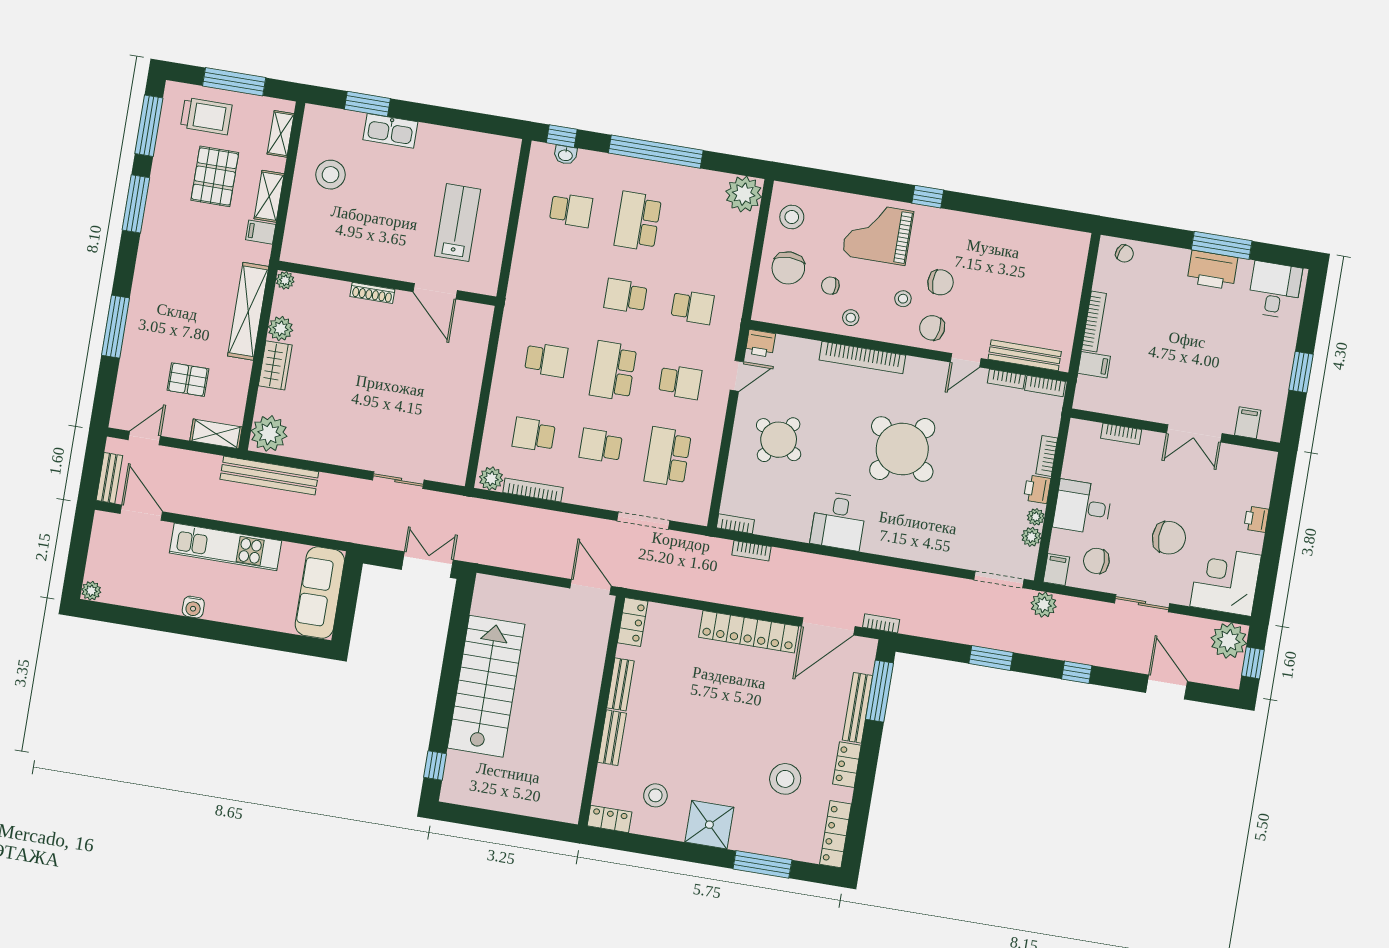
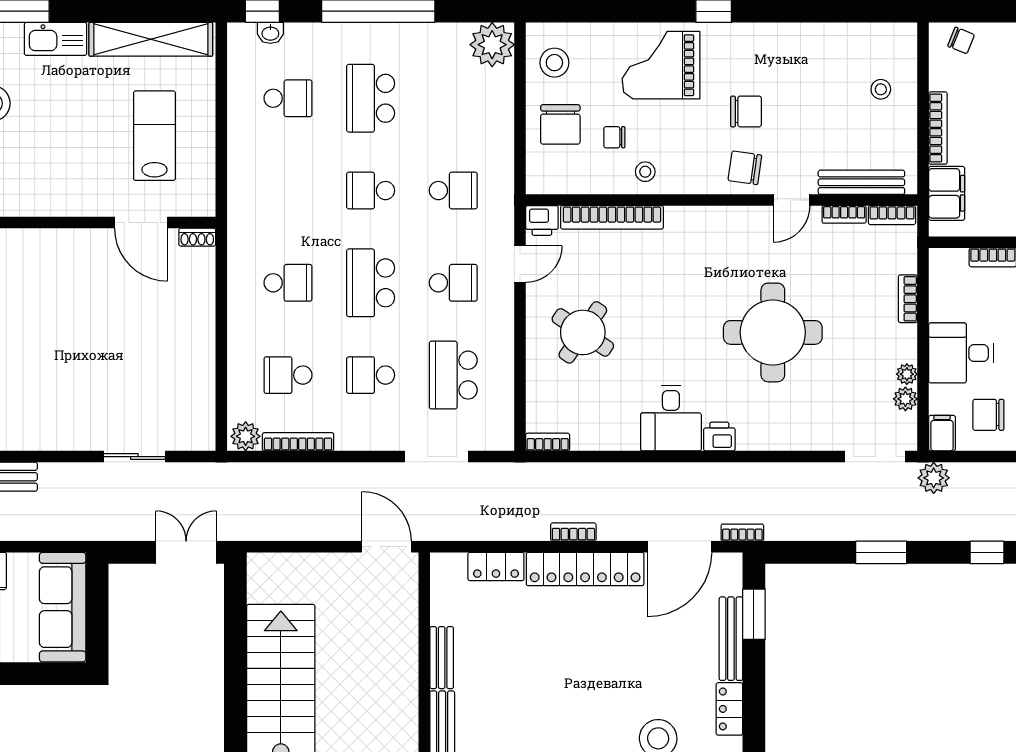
shelving: (468, 144) -> (151, 39), added
shoe rack: (372, 293) -> (197, 237), moved, width x0.70
stool: (903, 299) -> (881, 89), moved
bookcase: (862, 358) -> (612, 217), moved
filing cabinet: (1094, 365) -> (947, 193), width x2.00
round table: (902, 449) -> (773, 332), moved, turned -38
printer: (1037, 489) -> (719, 437), moved, turned 90
bookcase: (751, 551) -> (573, 532), moved, turned 180
locker: (633, 622) -> (496, 566), moved, turned 90
window: (879, 691) -> (754, 614), width x0.69

